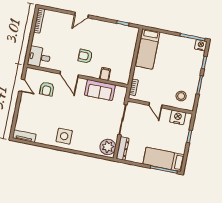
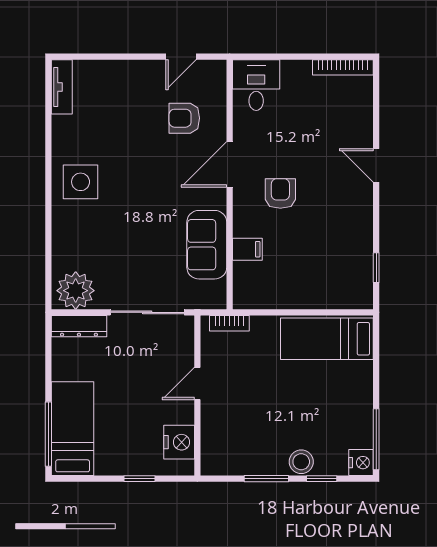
stool: (181, 96) -> (301, 462), moved

